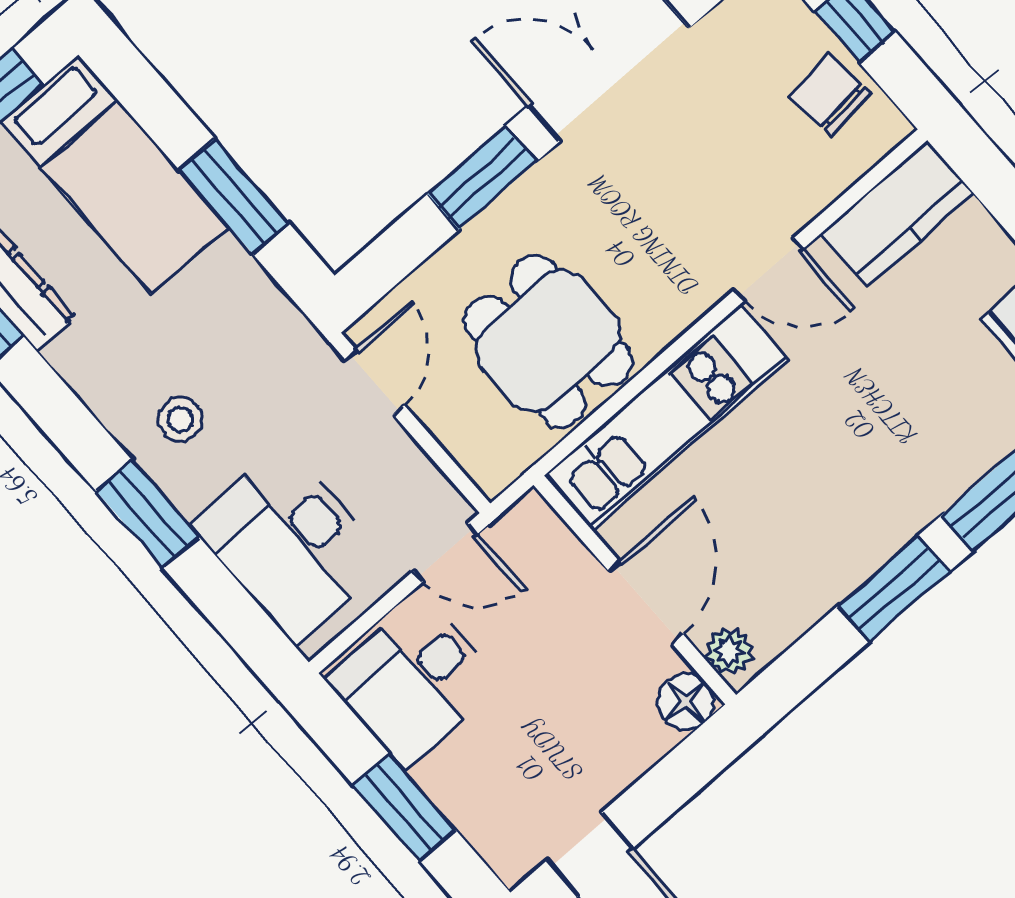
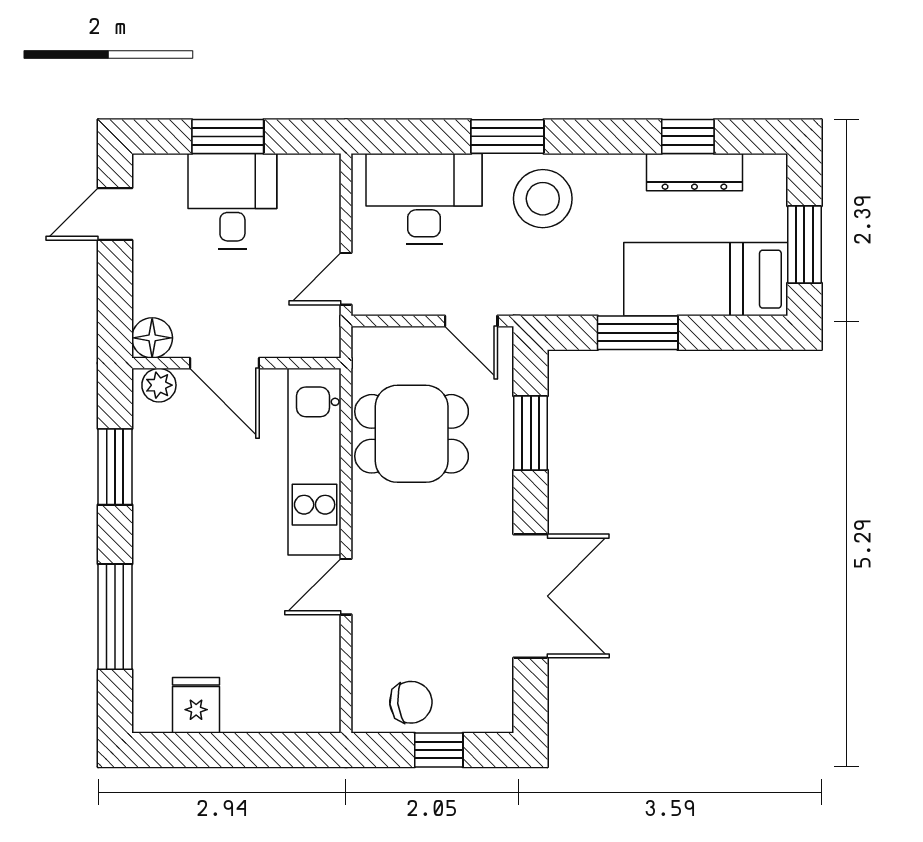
window: (482, 178) -> (531, 433), moved
kitchen counter: (897, 214) -> (315, 682), removed
stool: (180, 419) -> (543, 199), width x1.89, depth x1.89
window: (894, 588) -> (115, 467), moved
desk: (414, 681) -> (232, 201), moved

